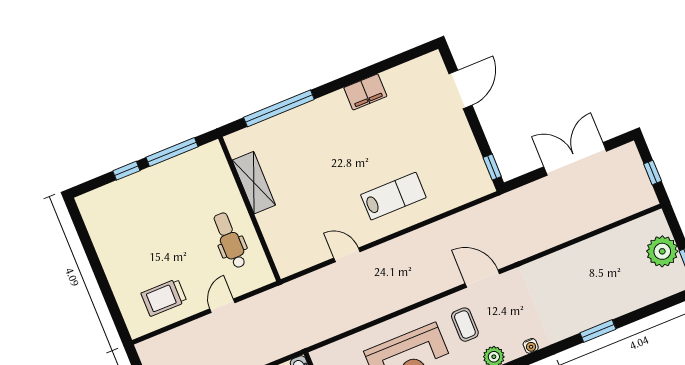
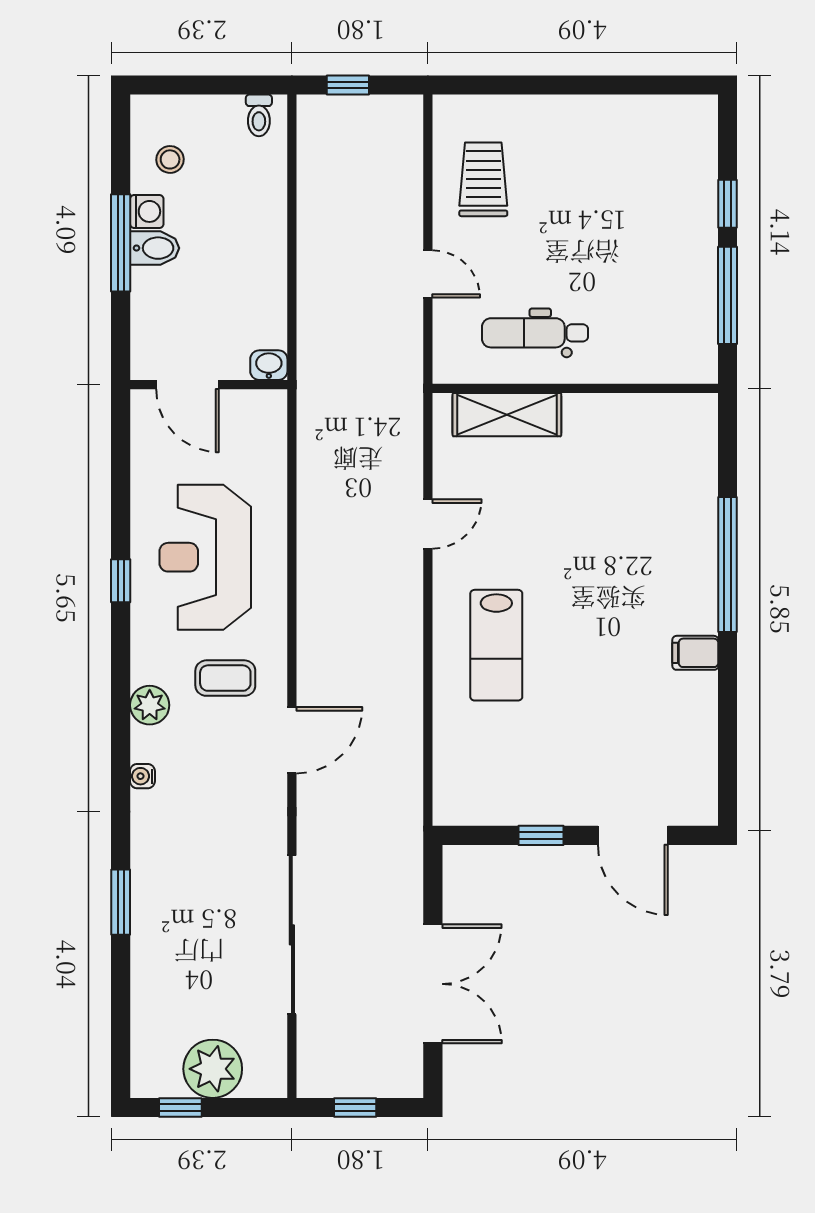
filing cabinet: (365, 92) -> (695, 653), width x0.50
window: (279, 108) -> (728, 564), moved
window: (492, 167) -> (541, 835), moved
shelving: (254, 183) -> (507, 415), moved
sliding door: (579, 239) -> (292, 935), added
dental chair: (230, 240) -> (535, 333), turned 180

